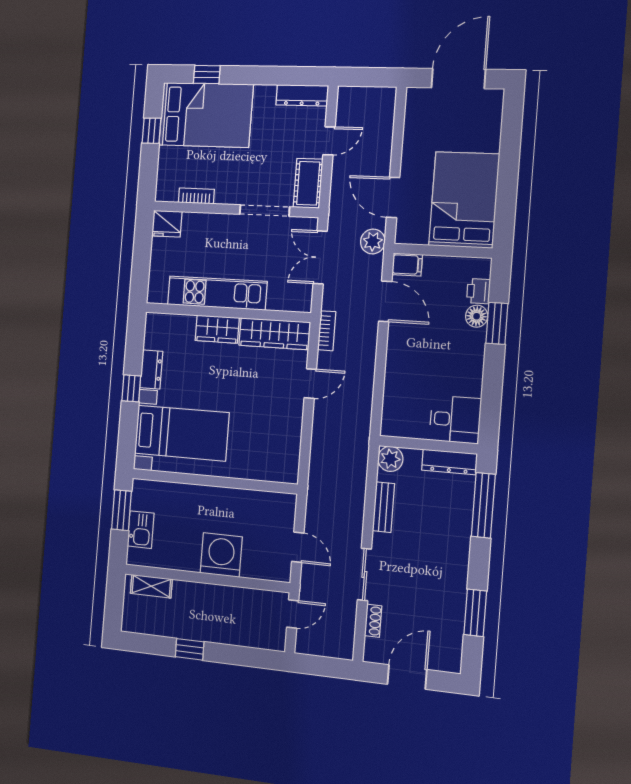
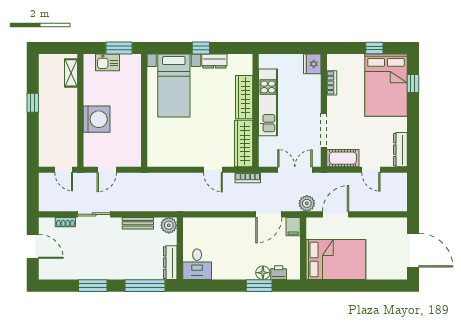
wardrobe: (217, 329) -> (244, 97), width x1.50
window: (475, 613) -> (93, 286), moved

